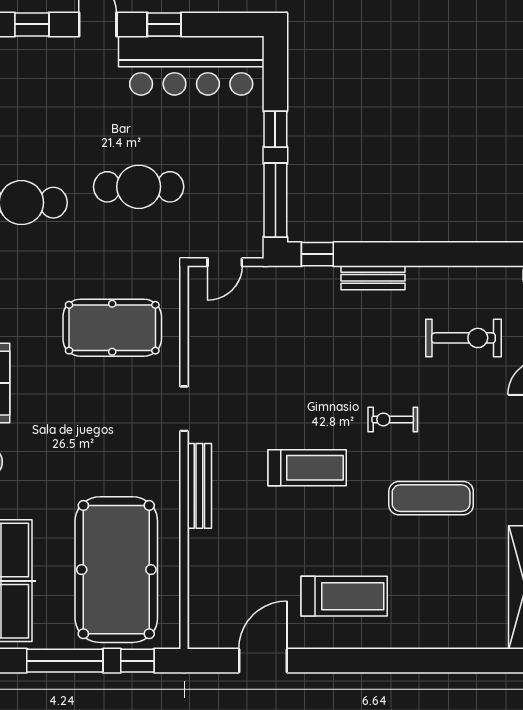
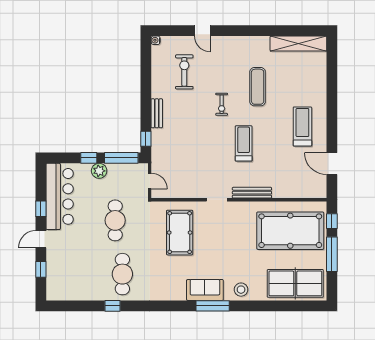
plant: (247, 152) -> (99, 171), added

